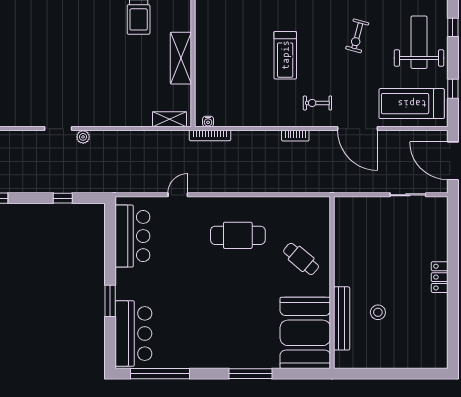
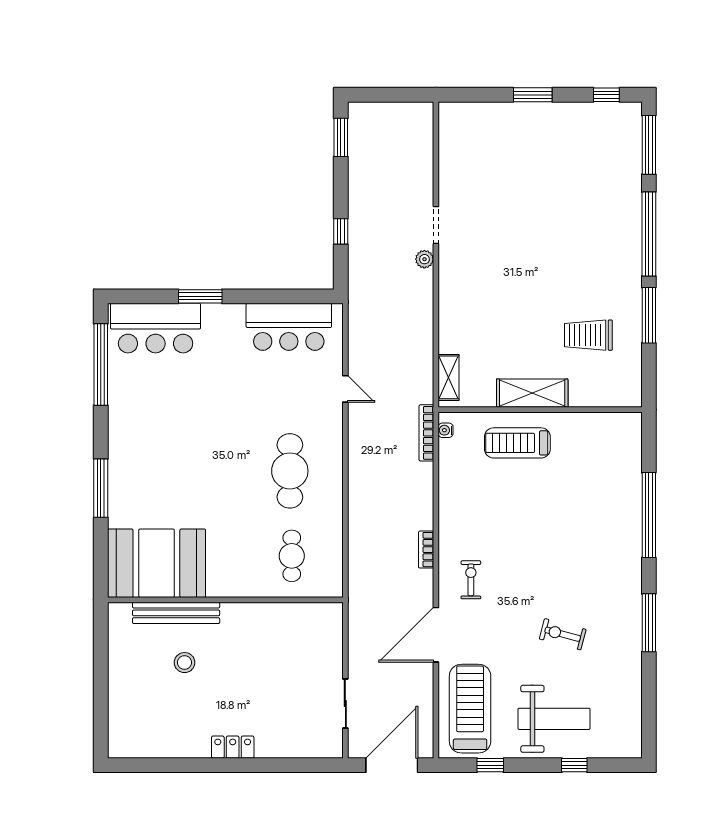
treadmill: (285, 55) -> (517, 443), moved
cafe table: (301, 259) -> (292, 556), moved, turned -40

